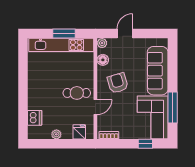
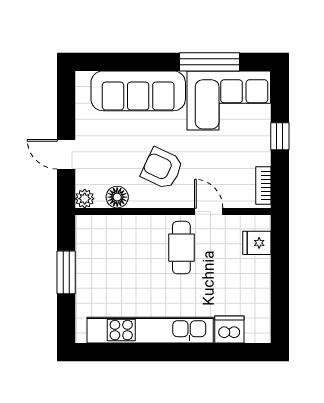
kitchen unit: (61, 45) -> (150, 330), moved, turned -90
armchair: (118, 83) -> (162, 168), turned 41
plant: (56, 134) -> (262, 287), removed
window: (145, 144) -> (280, 136), moved

